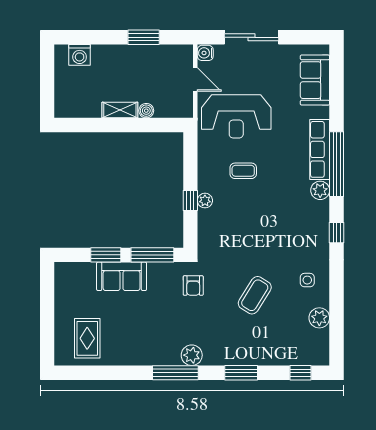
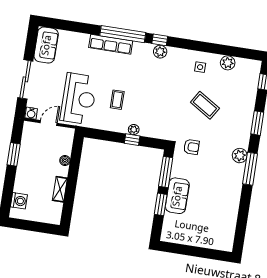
sofa: (315, 80) -> (46, 45), moved, turned -90
shelving: (120, 110) -> (60, 189), moved
plant: (320, 190) -> (160, 52), moved
window: (337, 233) -> (160, 40), moved
rug: (87, 338) -> (217, 226), removed

